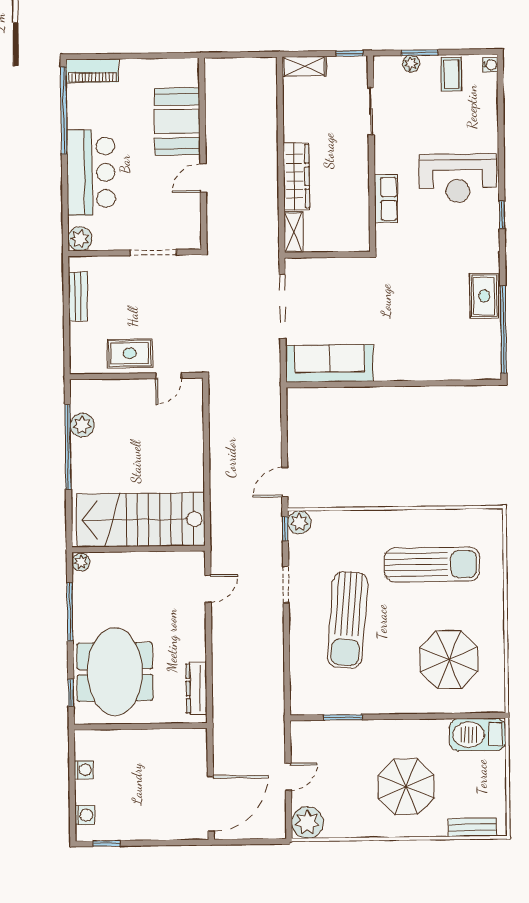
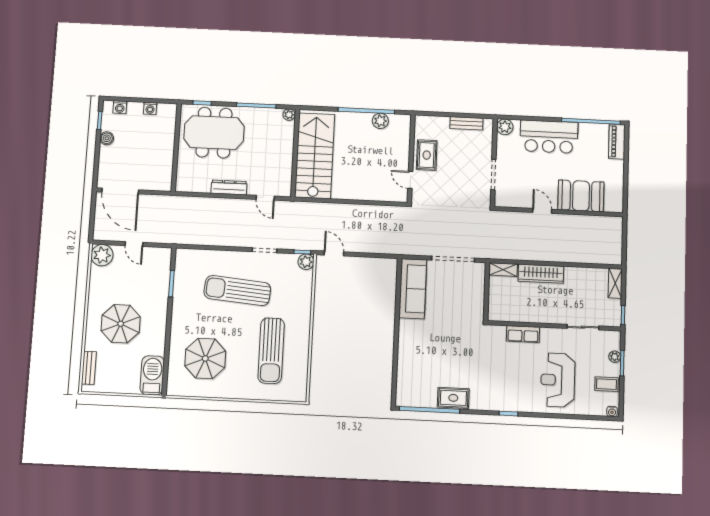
reception desk: (458, 178) -> (558, 380), moved
dresser: (196, 688) -> (229, 187), moved
boiler: (133, 831) -> (107, 138), added

